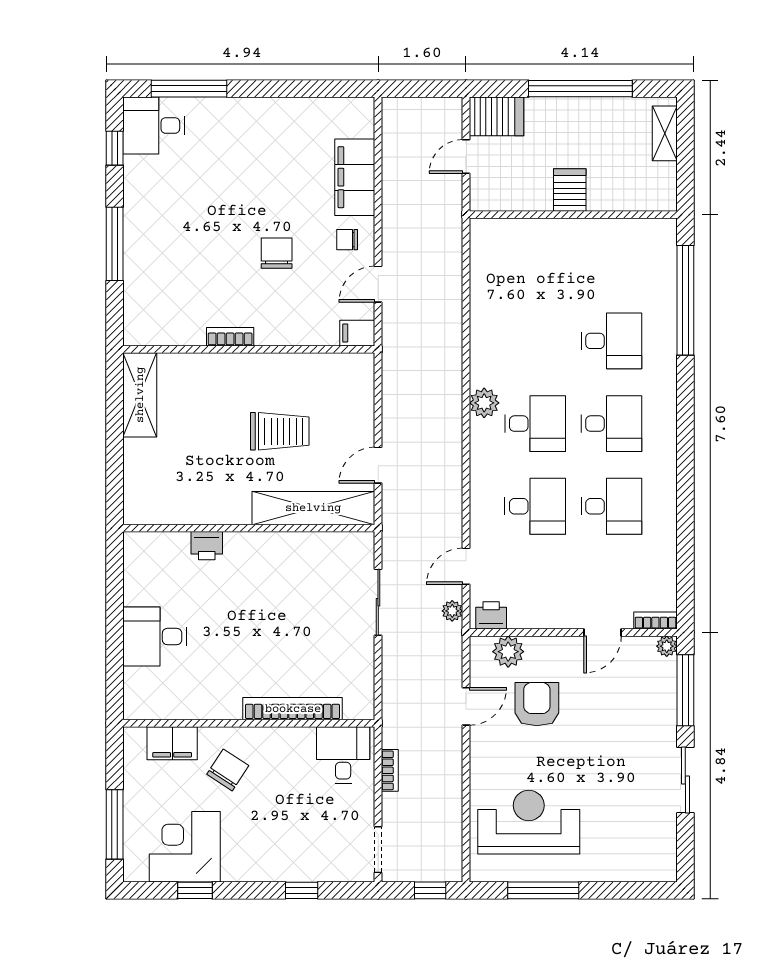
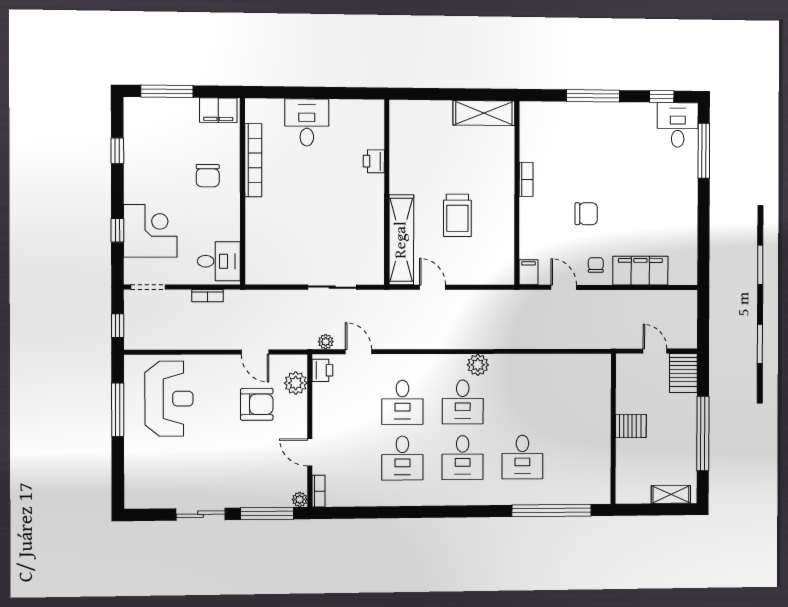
bookcase: (293, 709) -> (253, 160), moved
filing cabinet: (172, 743) -> (218, 110), moved, turned -90
chair: (228, 770) -> (208, 176), turned 57
corner desk: (185, 847) -> (150, 231), moved

